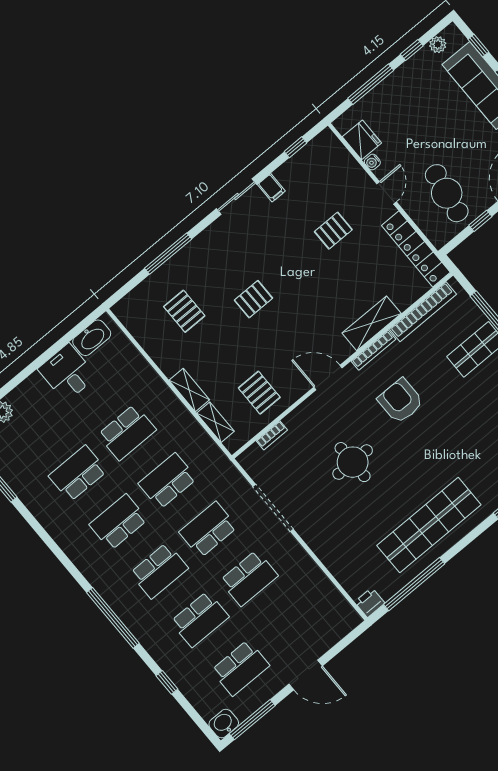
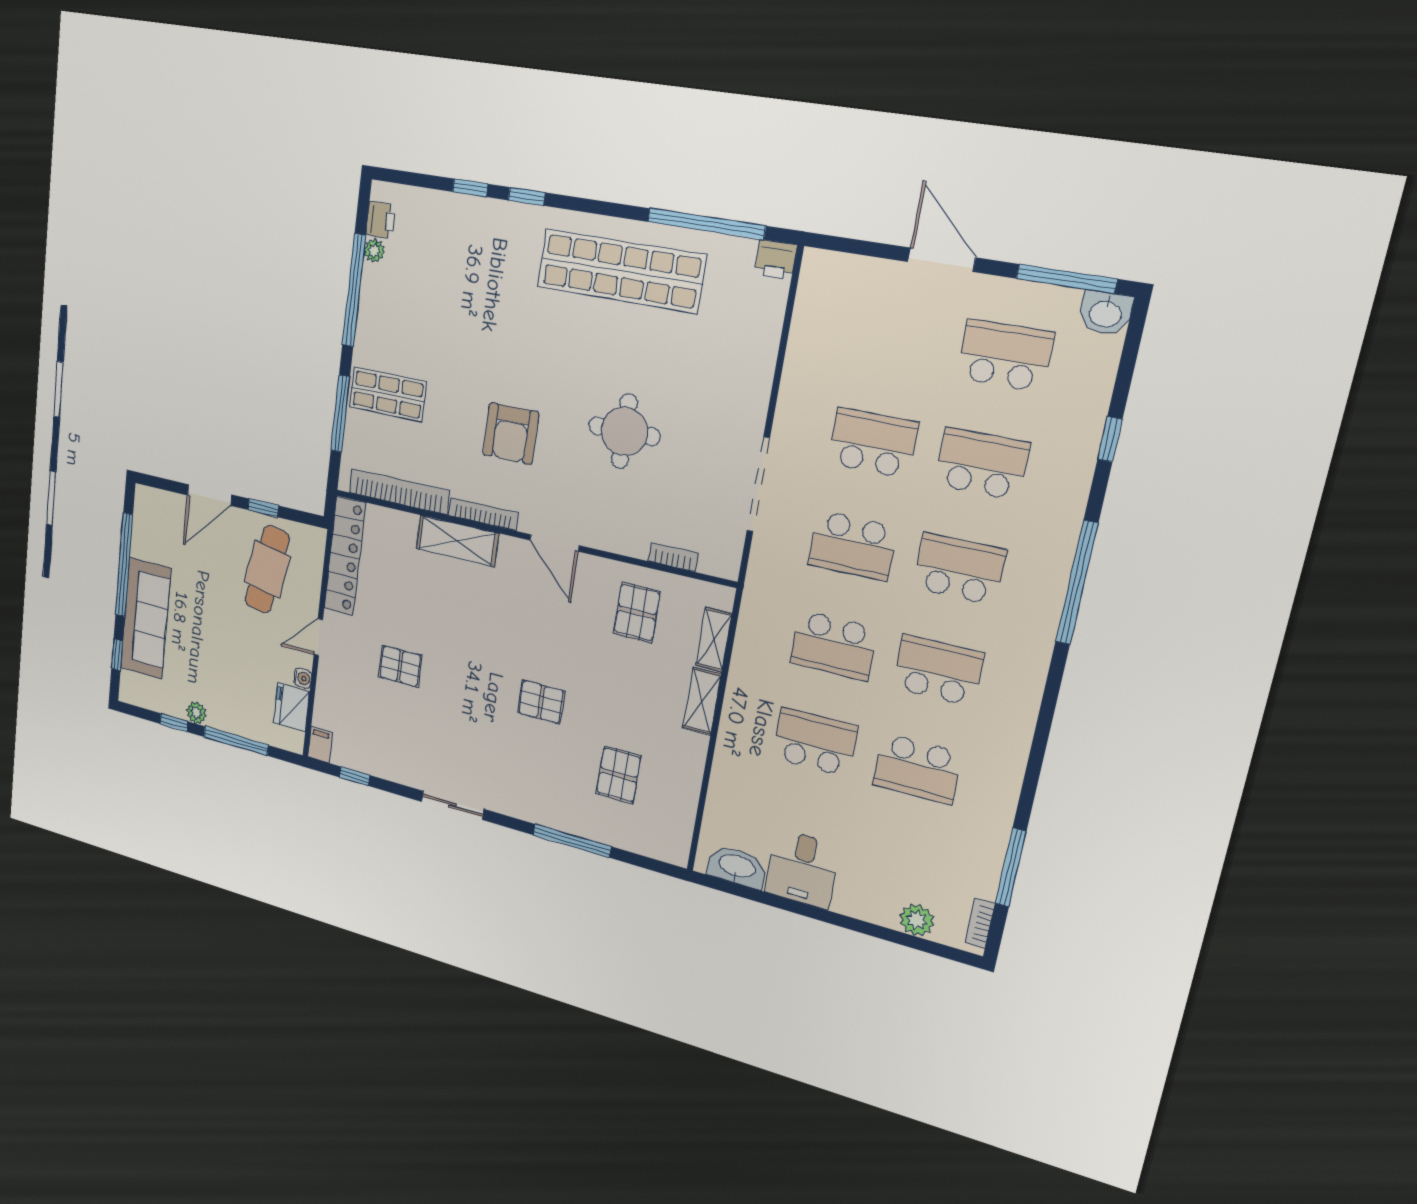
plant: (438, 45) -> (196, 713), moved
filing cabinet: (271, 188) -> (320, 745), moved
school desk: (118, 522) -> (938, 670), turned 180

